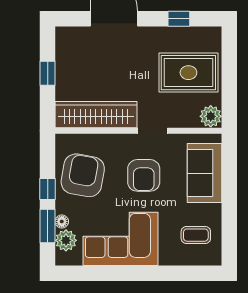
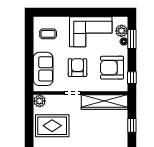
armchair: (83, 175) -> (112, 68), turned 80
window: (48, 189) -> (132, 78), moved

